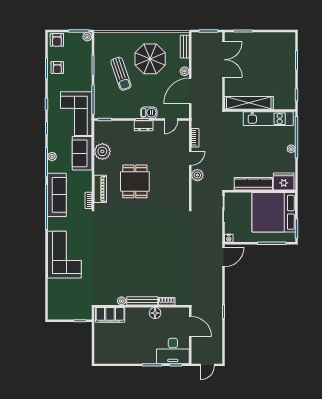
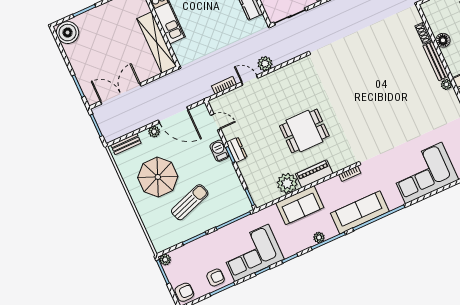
boiler: (286, 41) -> (68, 33), added
corner sofa: (76, 114) -> (252, 253), moved, turned 180
piano: (100, 189) -> (314, 174), moved

